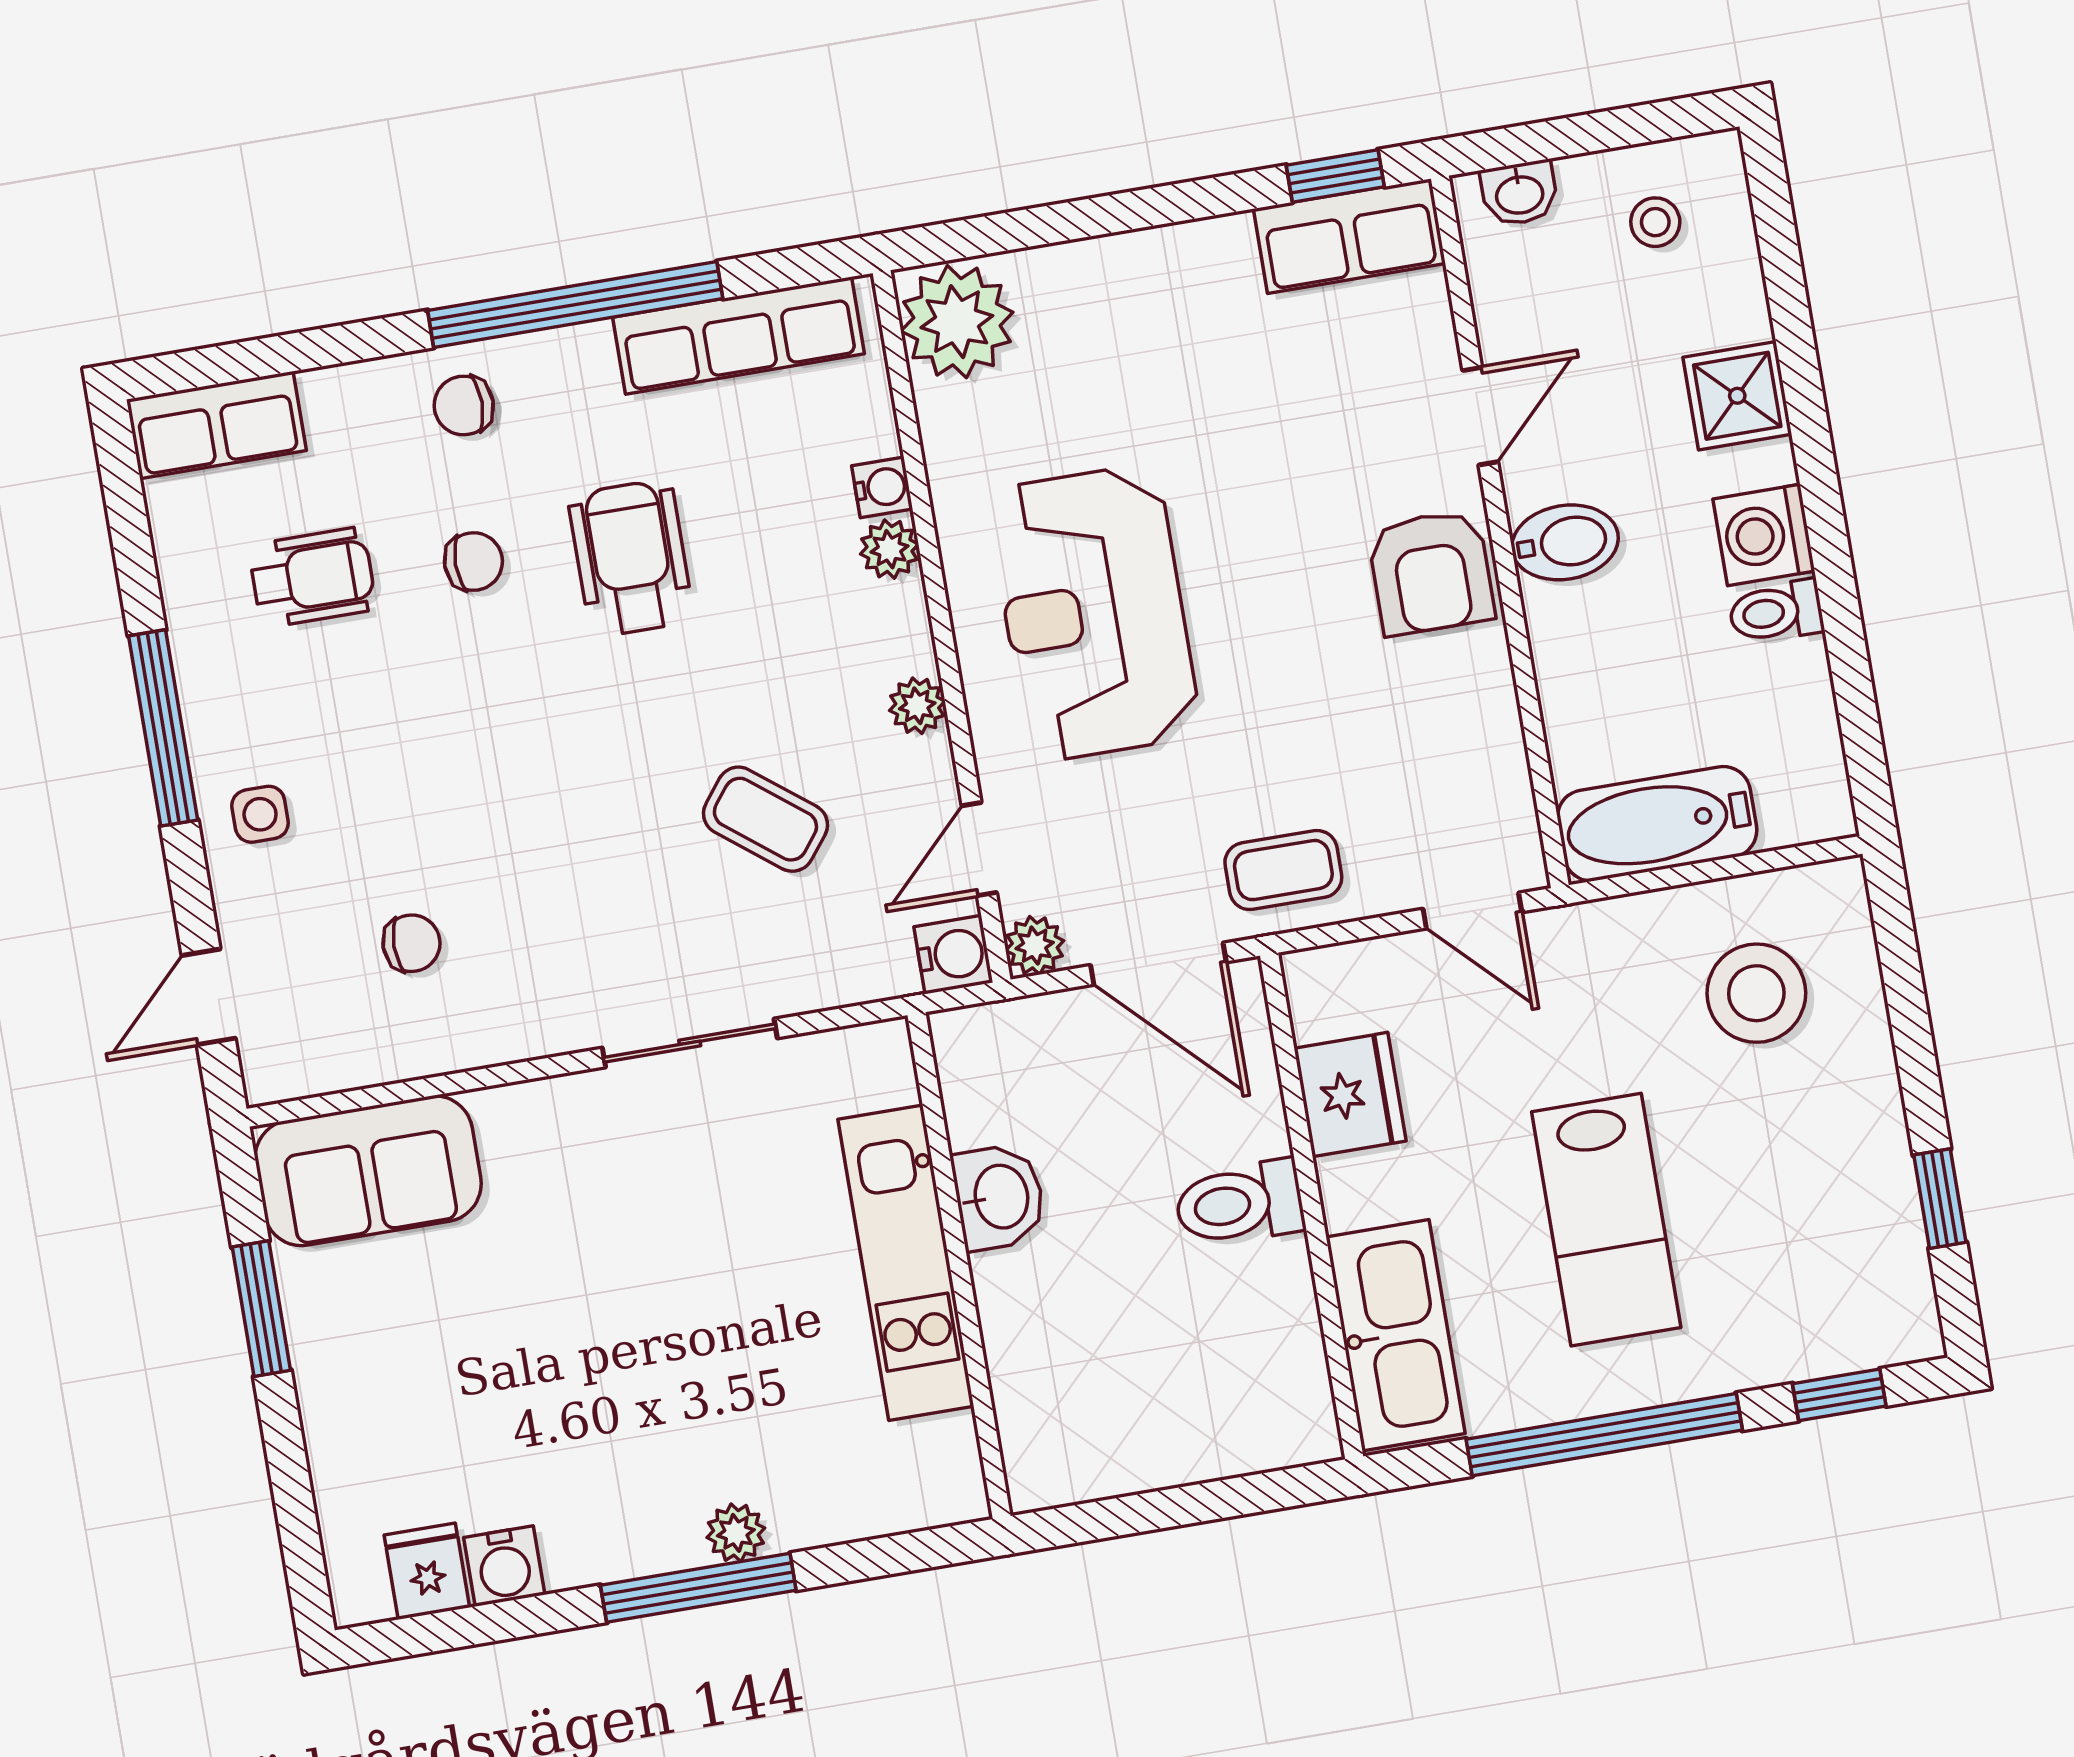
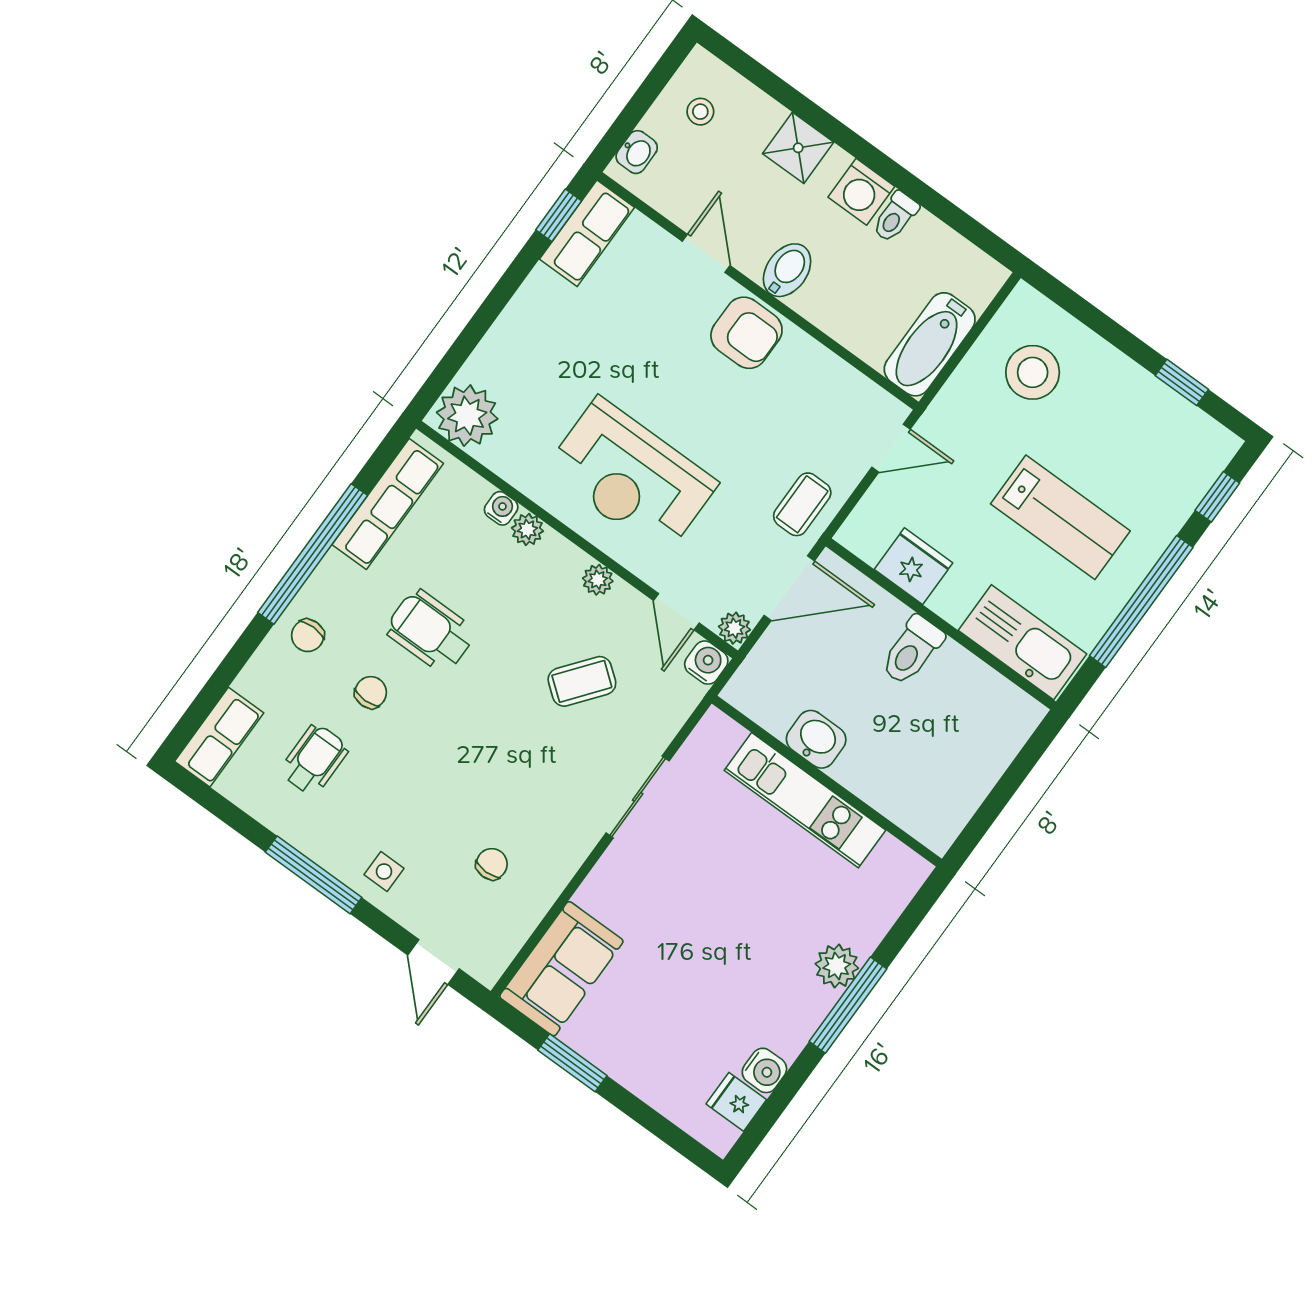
plant: (736, 1533) -> (837, 966), width x1.38, depth x1.38

